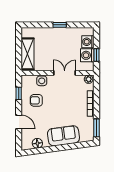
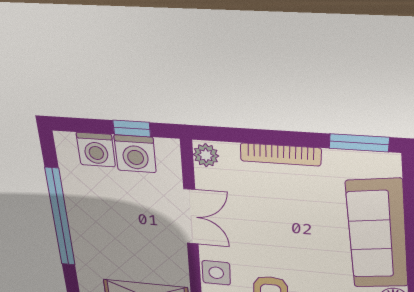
window: (60, 25) -> (60, 218), width x3.17
double door: (65, 73) -> (191, 217), swing flipped
sofa: (63, 136) -> (377, 235), width x1.36

